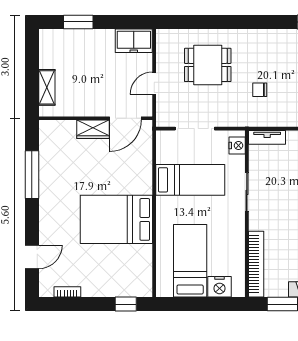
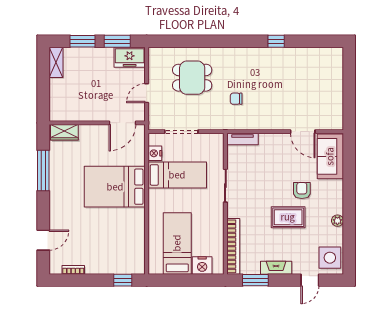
window: (119, 22) -> (117, 41), added
shelving: (47, 87) -> (56, 62), moved
wardrobe: (93, 129) -> (64, 132), moved
nightstand: (237, 145) -> (155, 153), moved, turned 180
bed: (116, 219) -> (115, 187), moved

